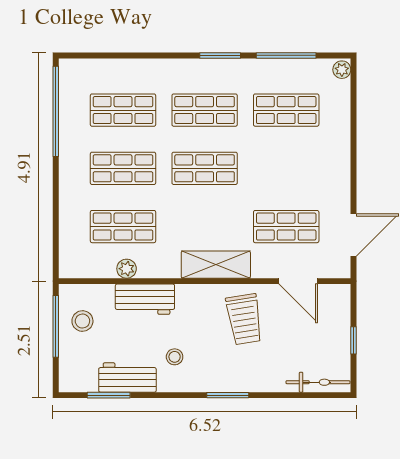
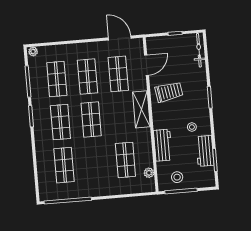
shop shelf: (123, 168) -> (88, 76), moved
plant: (127, 269) -> (149, 173), moved

